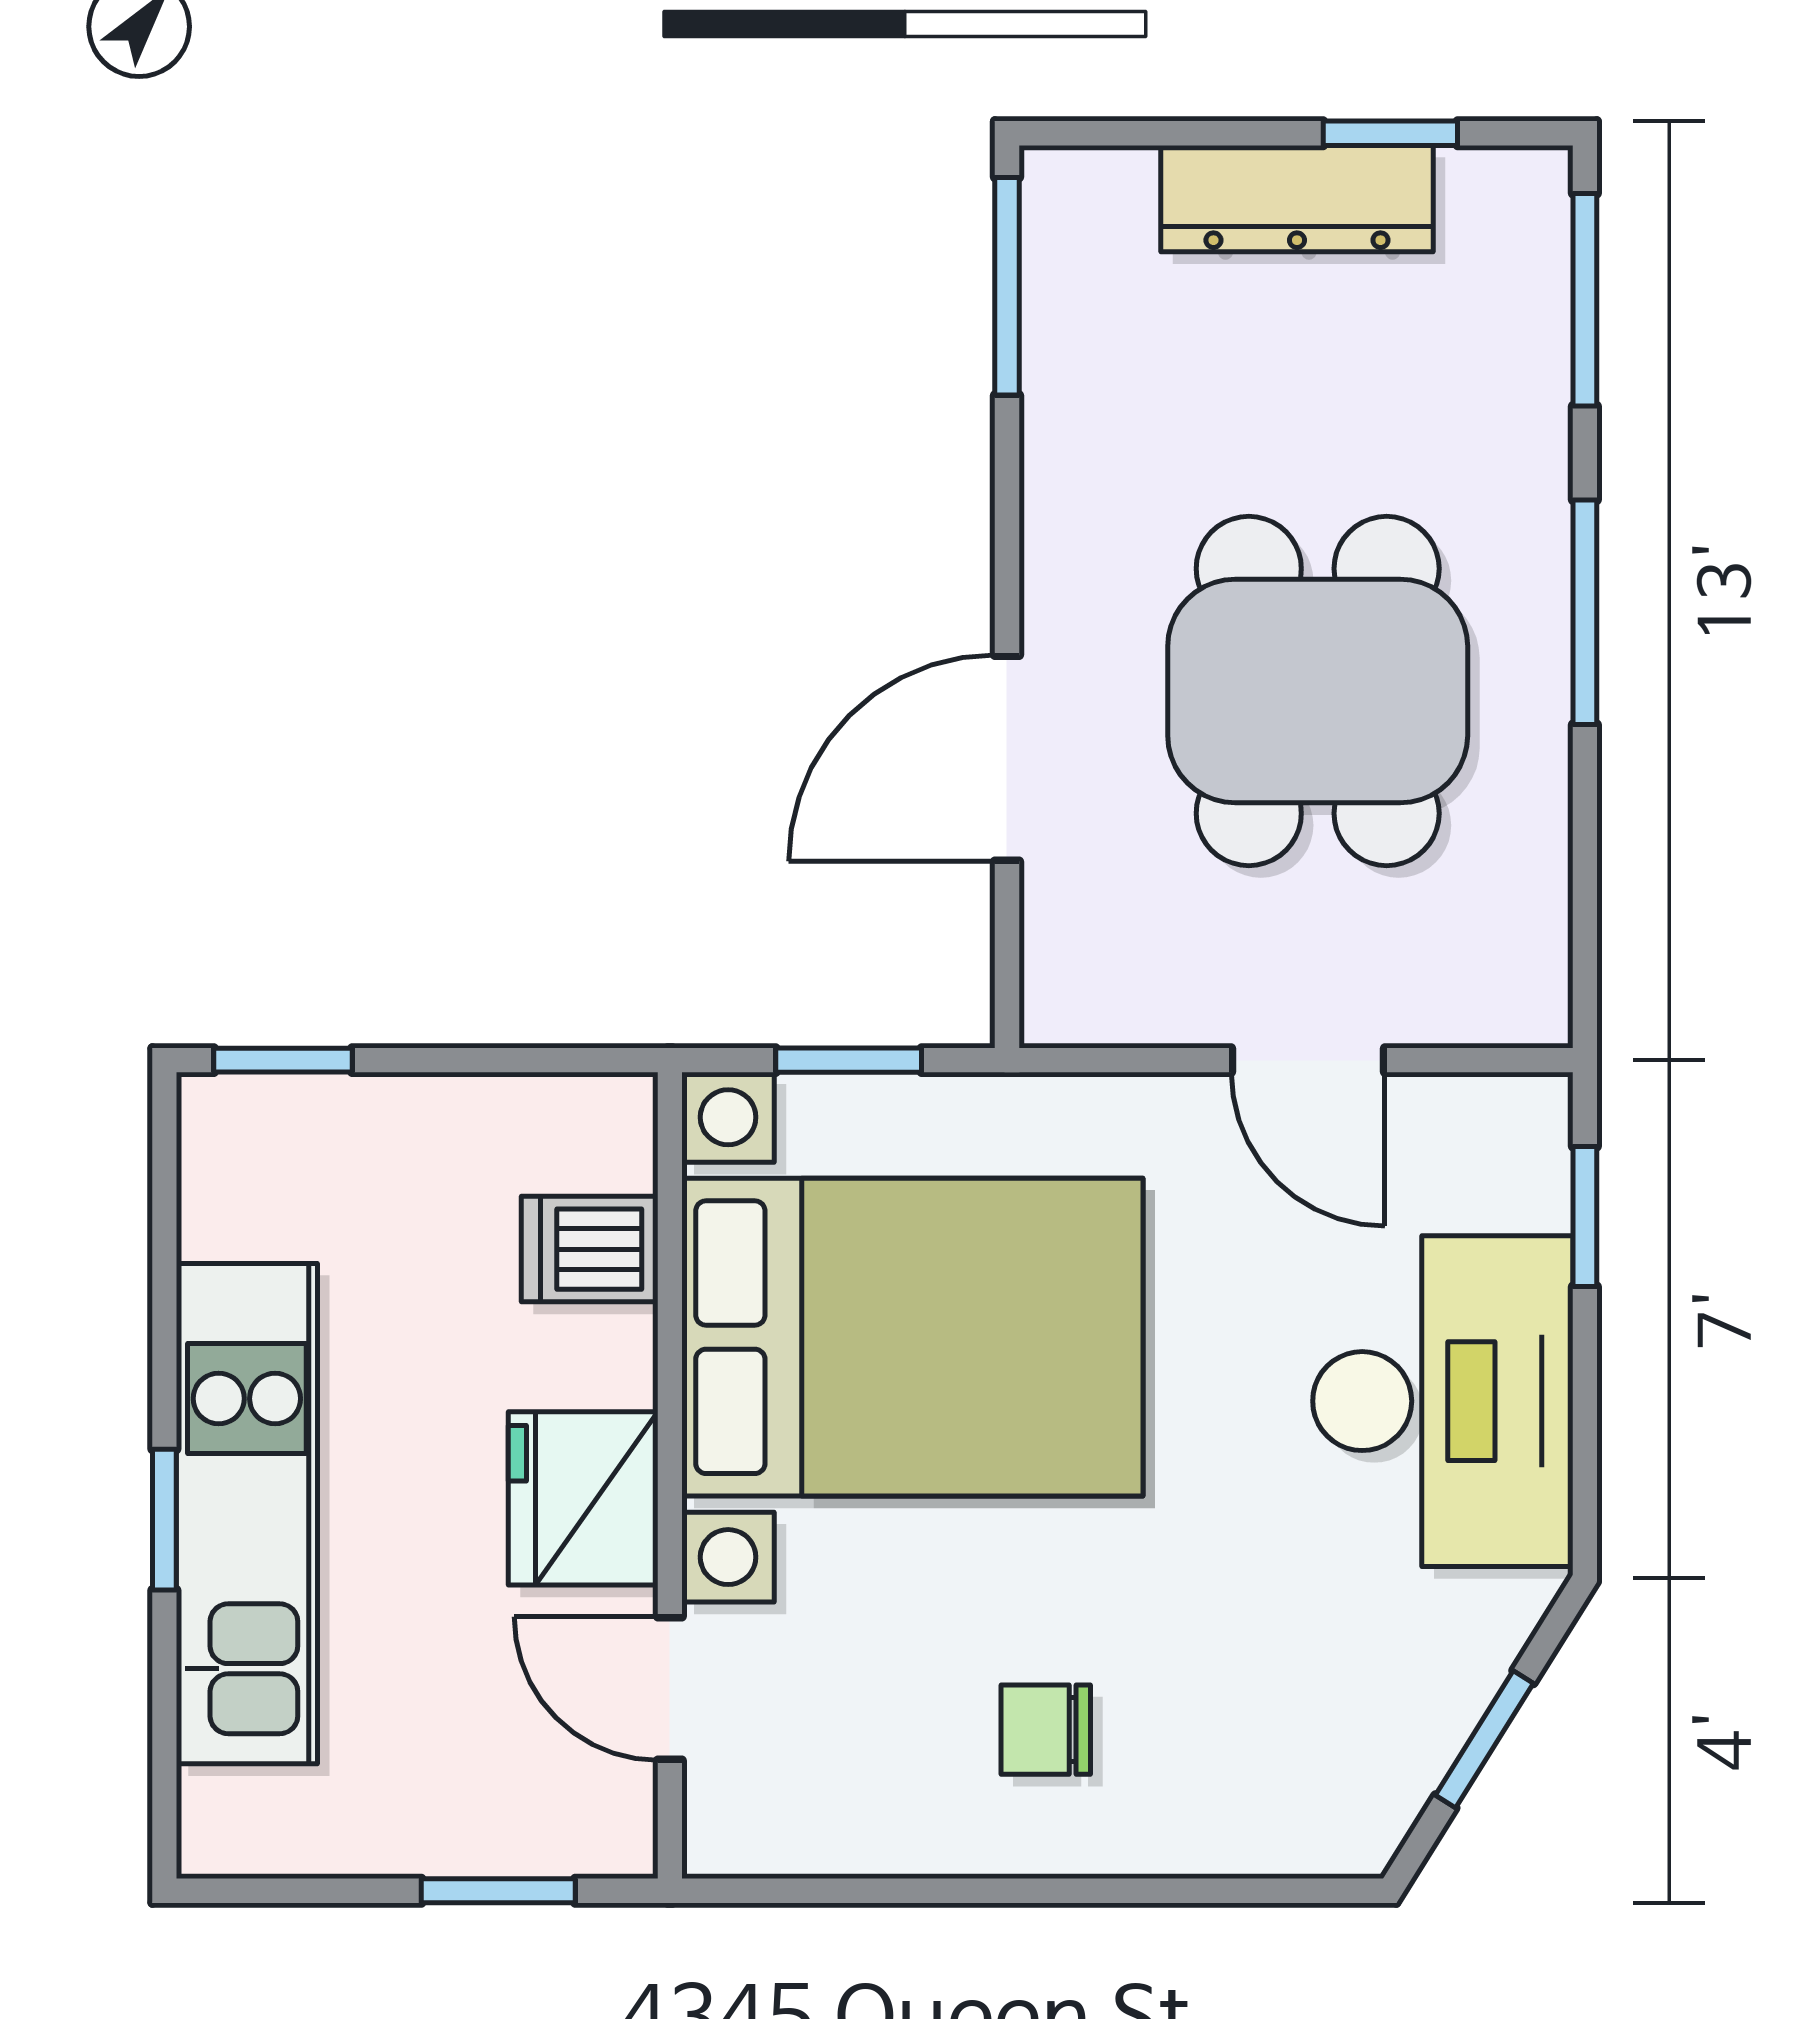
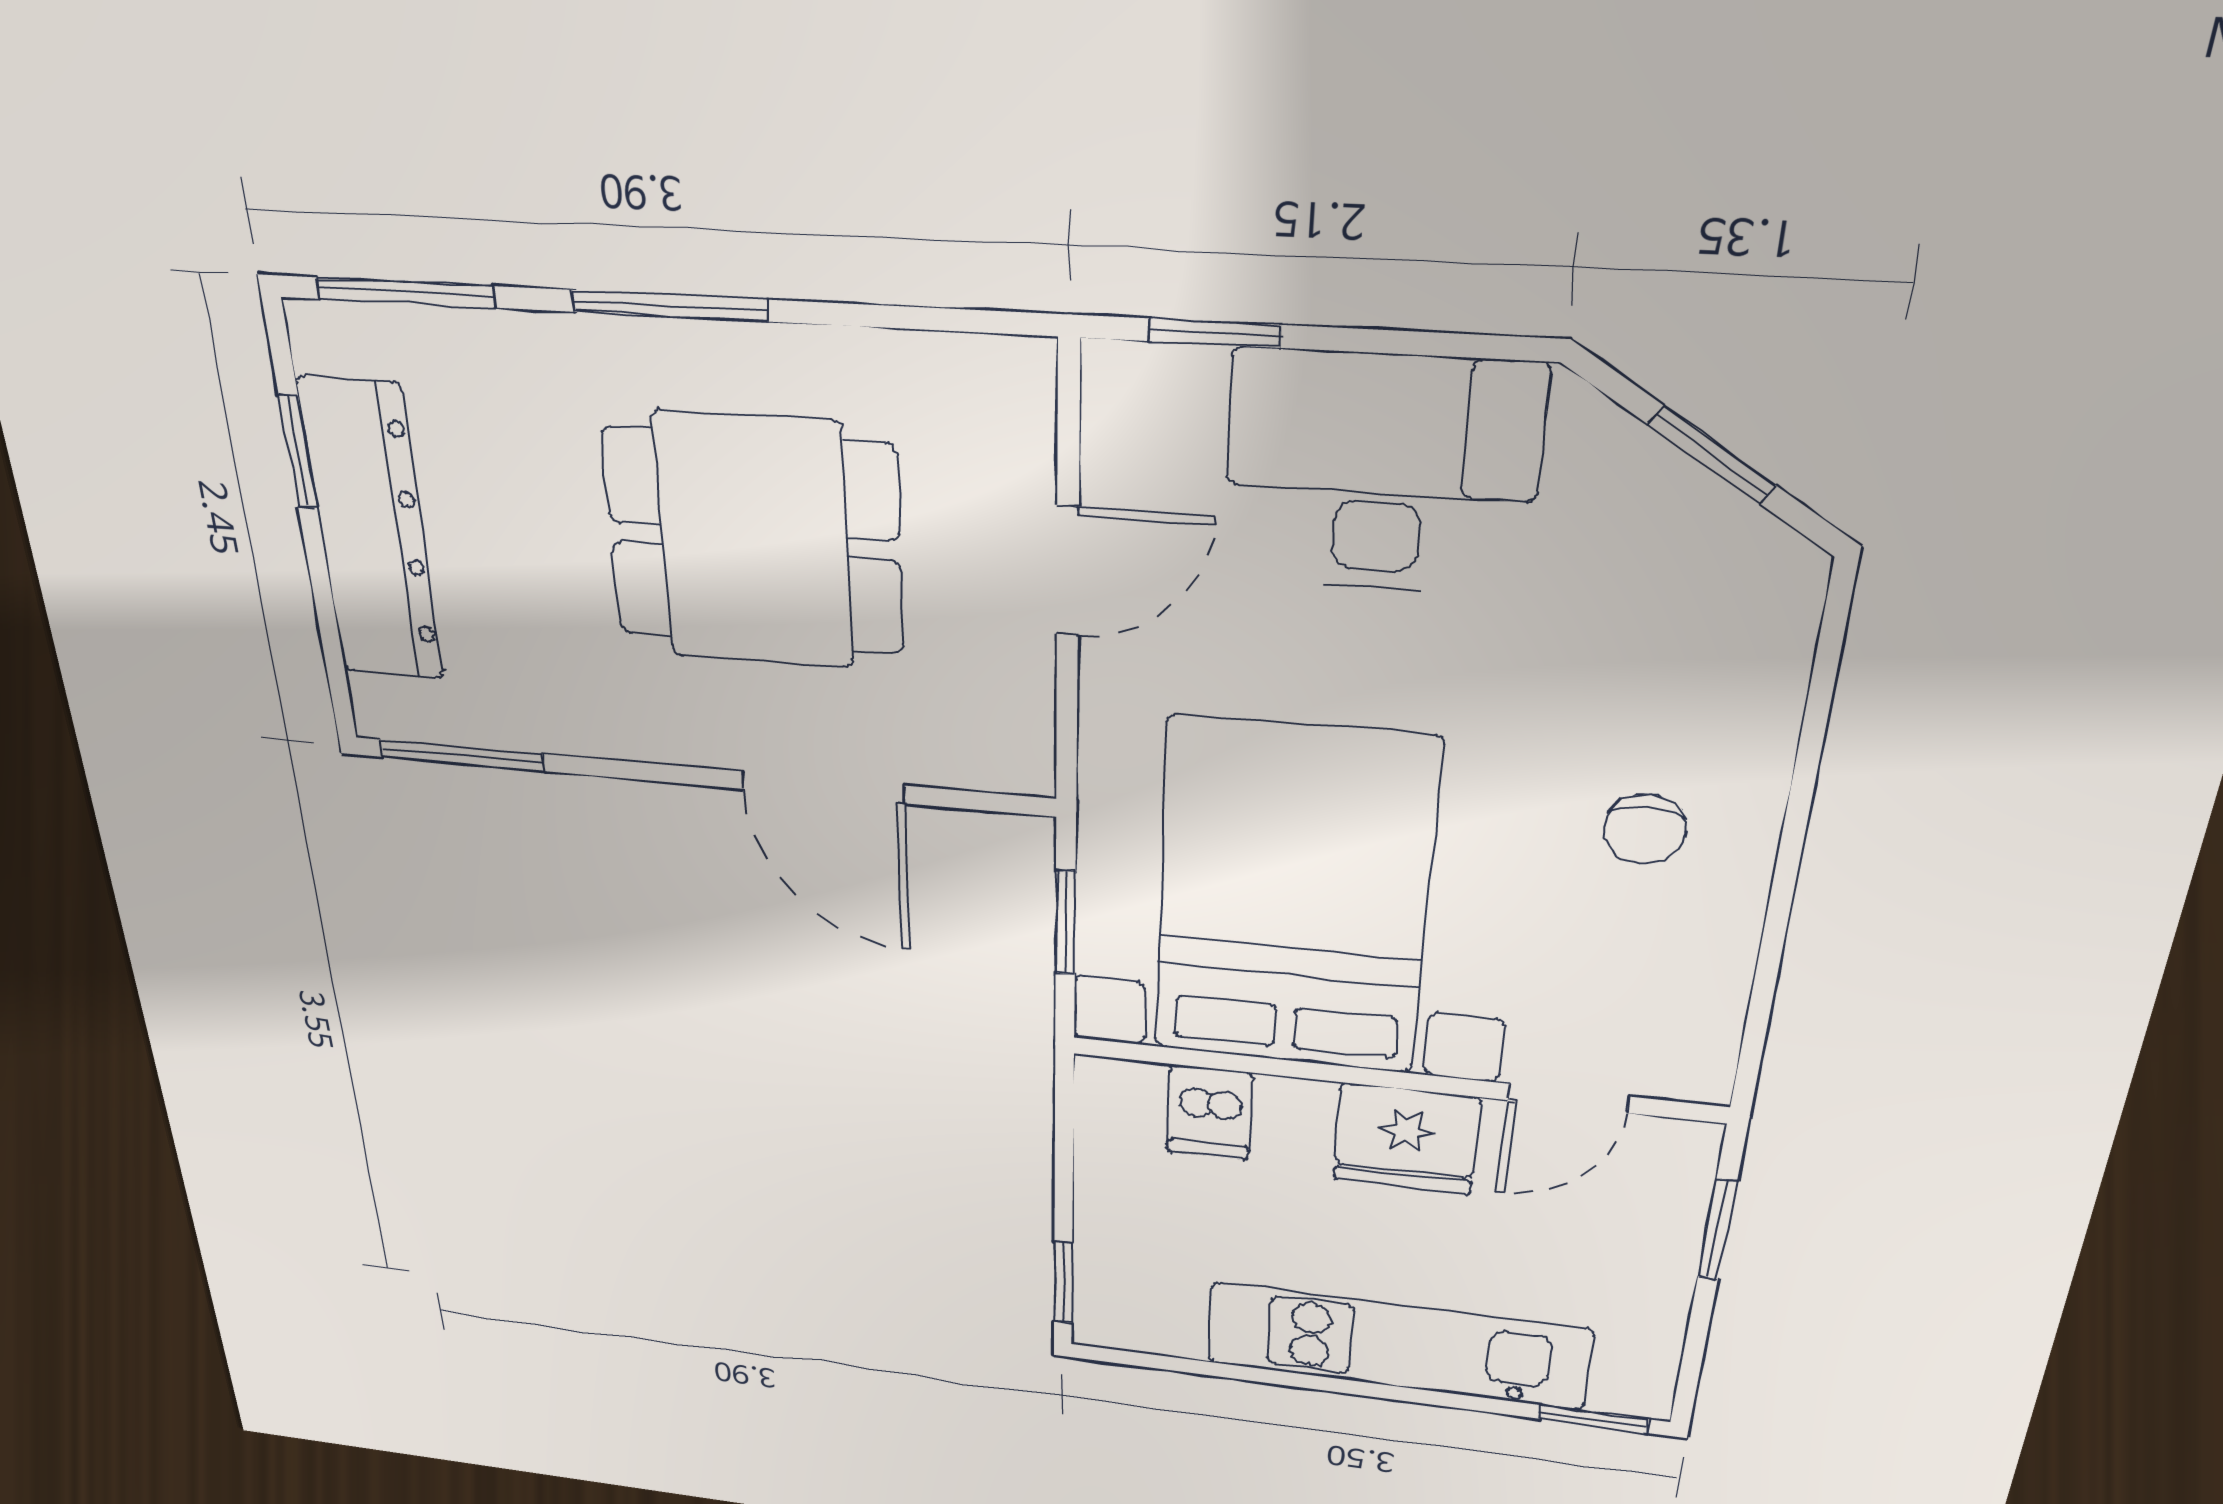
dresser: (1297, 199) -> (372, 531), width x1.37, depth x1.24
window: (164, 1520) -> (1593, 1419), moved

